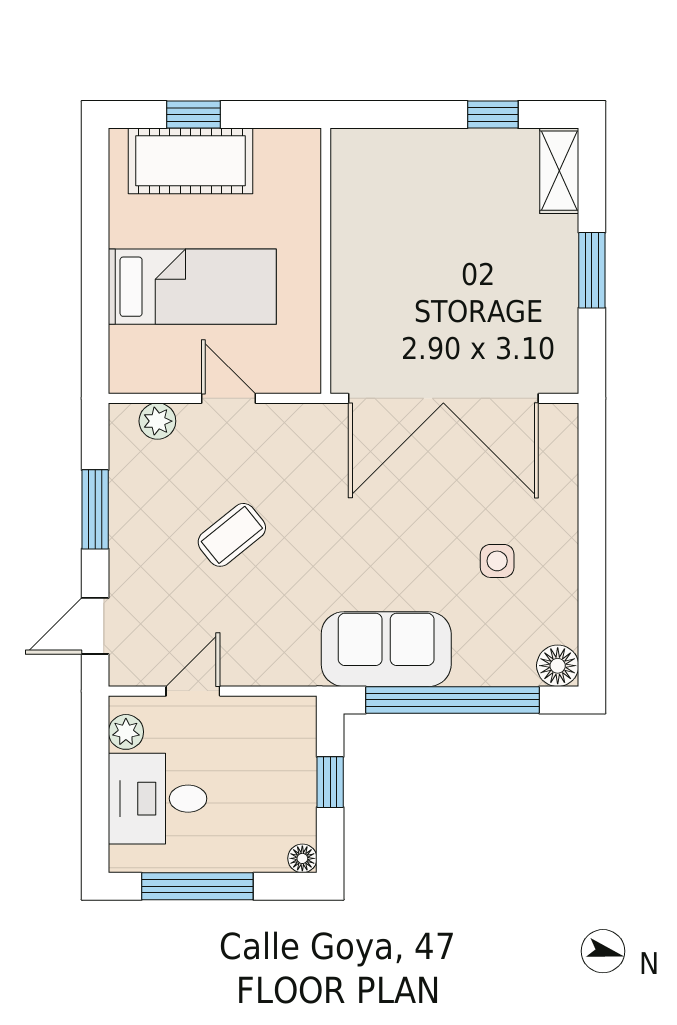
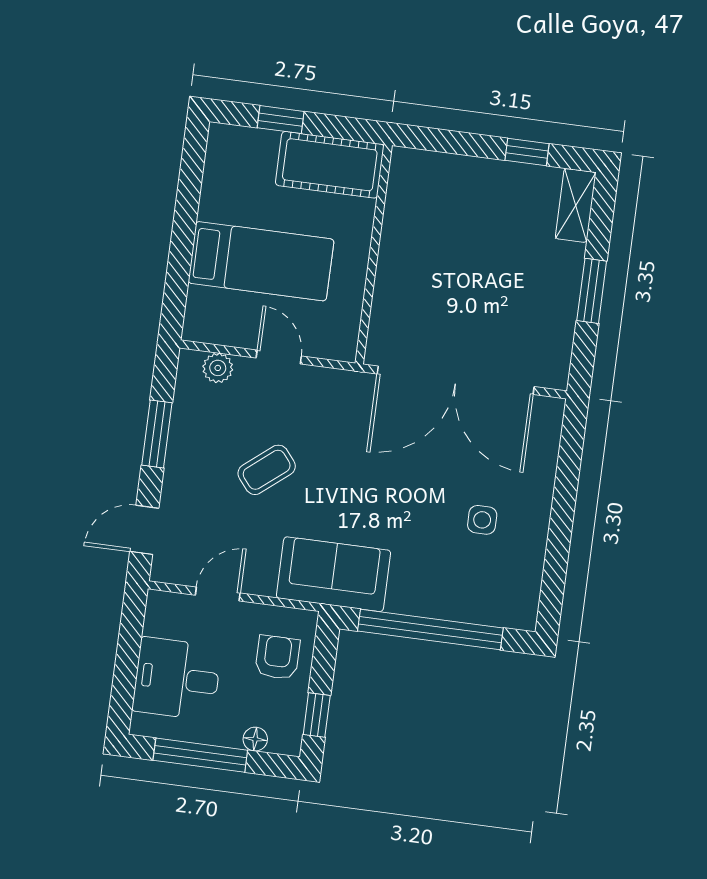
cot: (191, 161) -> (330, 165), moved
sofa: (386, 649) -> (334, 574), moved
floor lamp: (558, 666) -> (521, 613), removed
plant: (126, 732) -> (158, 620), removed
armchair: (274, 757) -> (277, 657), added
window: (330, 782) -> (317, 715), moved
floor lamp: (302, 858) -> (255, 739), moved

